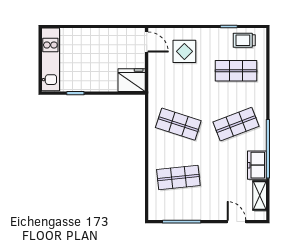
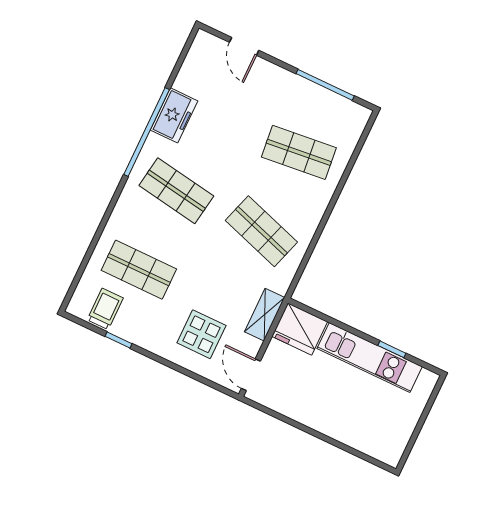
trolley: (244, 40) -> (105, 309), turned -90
kitchen unit: (50, 59) -> (370, 358), moved, turned -90
shop shelf: (236, 124) -> (176, 191), turned 30
shelving: (260, 196) -> (265, 315), moved

